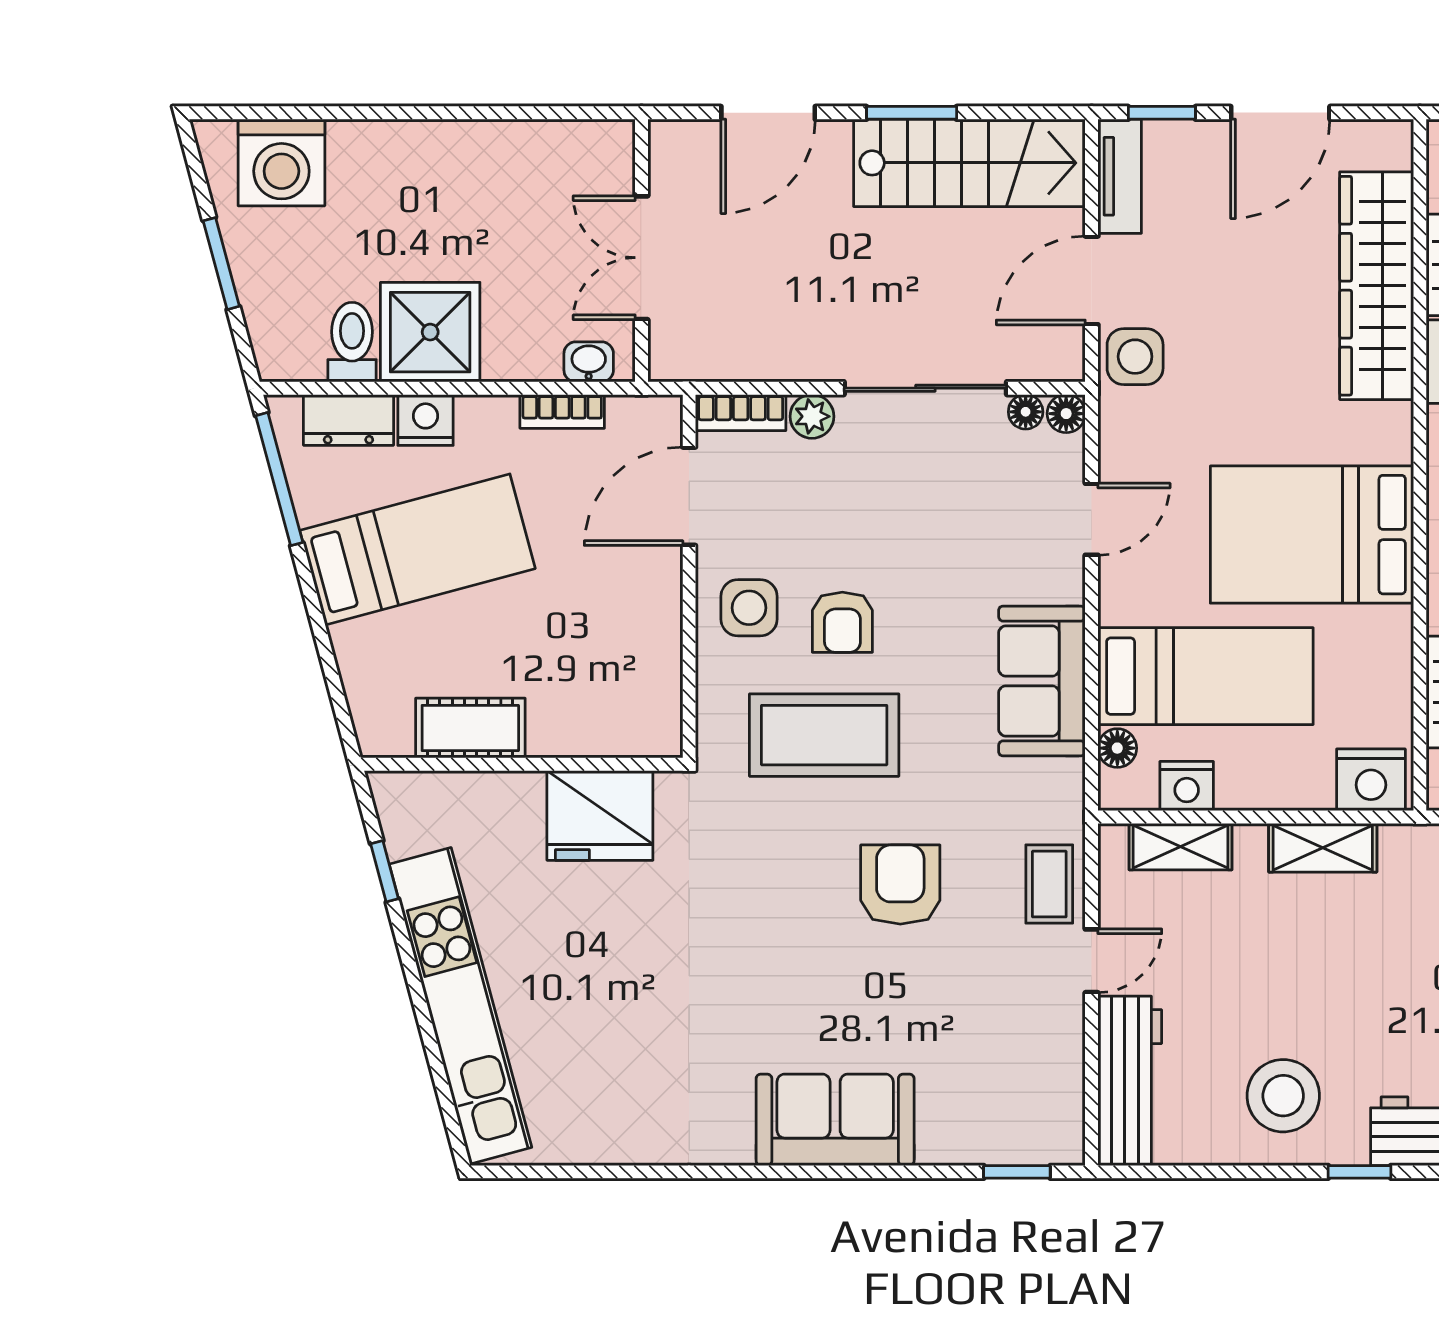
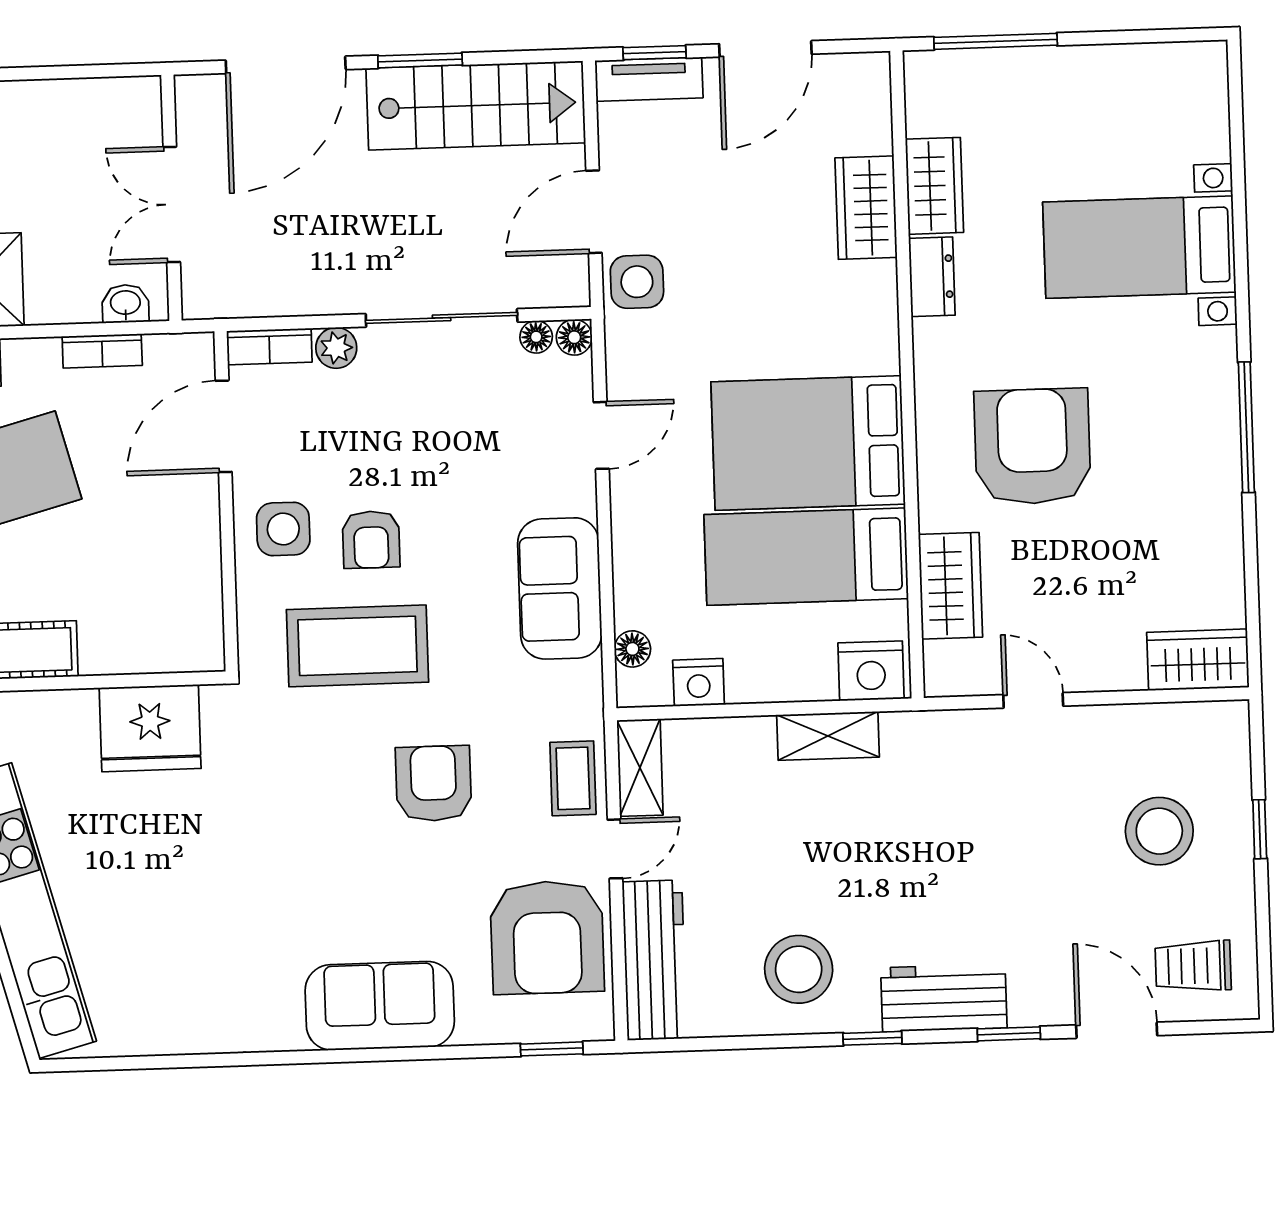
door: (768, 113) -> (286, 65), width x1.36
tv unit: (1120, 176) -> (649, 79), moved, turned 90
wardrobe: (1377, 286) -> (866, 208), width x0.48, depth x0.85
bed: (1206, 676) -> (806, 557), moved, turned 180
shelving: (1180, 847) -> (640, 768), moved, turned 90
armchair: (1016, 1053) -> (547, 937), added

